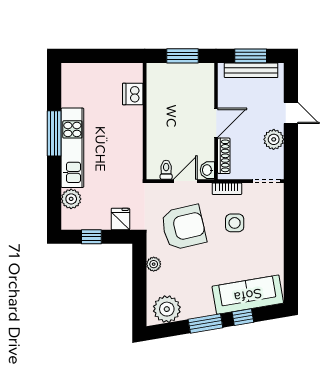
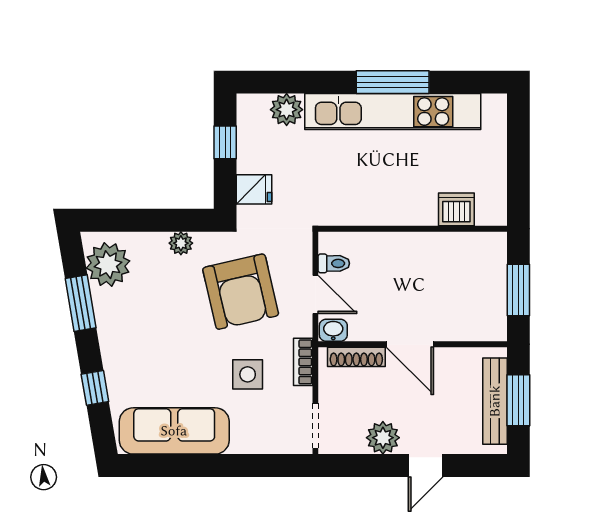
kitchen unit: (72, 148) -> (393, 112), width x1.36
sofa: (248, 295) -> (174, 431), moved, turned -80
window: (205, 323) -> (81, 303), moved

